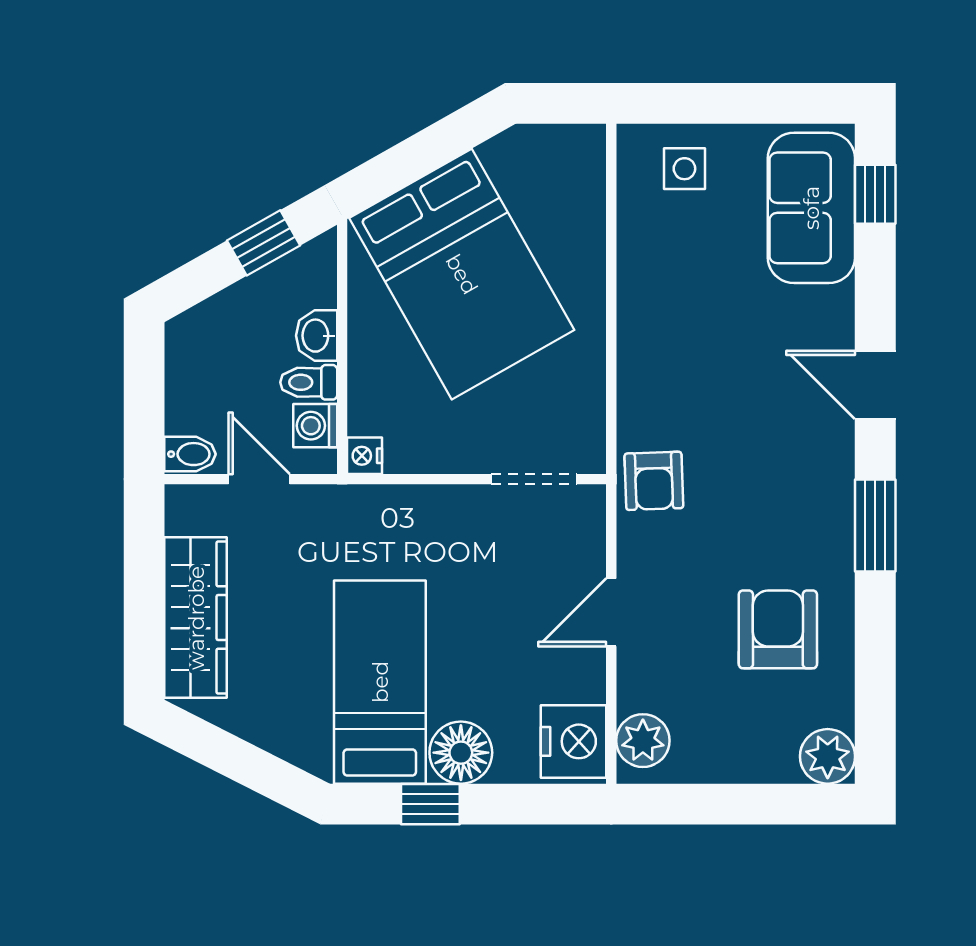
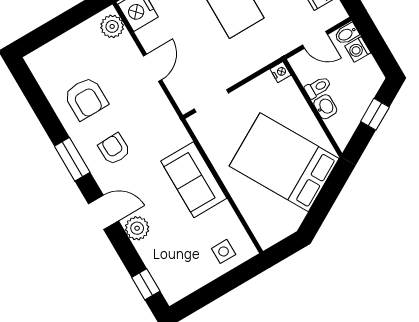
sofa: (811, 208) -> (194, 180), moved, turned 180
window: (263, 243) -> (375, 114), moved
washing machine: (315, 426) -> (358, 49), moved, turned 180
armchair: (654, 481) -> (114, 149), moved
plant: (828, 756) -> (137, 228), moved

